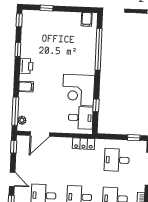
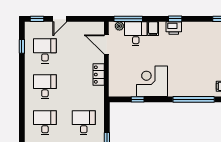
window: (18, 50) -> (175, 19), moved
desk: (81, 118) -> (136, 34), moved, turned 180
locker: (84, 144) -> (99, 75), moved
window: (14, 147) -> (92, 19), removed

